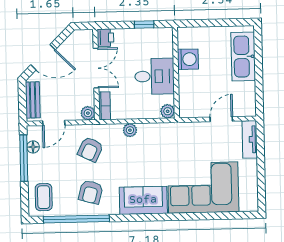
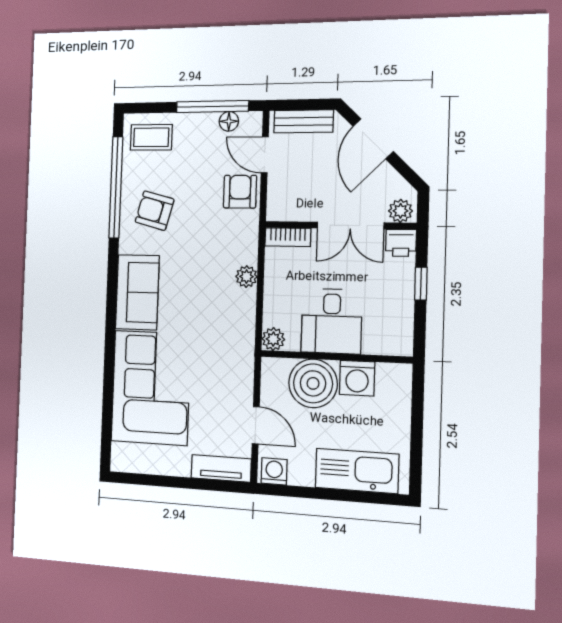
window: (144, 25) -> (421, 284), moved
boiler: (193, 85) -> (313, 383), added
washing machine: (248, 106) -> (274, 471), added
plant: (88, 113) -> (400, 211), moved
armchair: (90, 149) -> (240, 192), moved, turned 64

